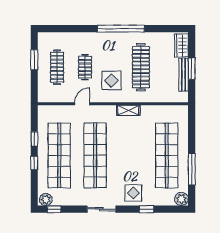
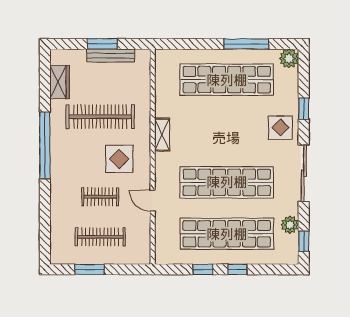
wardrobe: (181, 45) -> (60, 82), moved, turned -90
plant: (46, 200) -> (290, 225), moved
sliding door: (101, 209) -> (304, 173), width x1.37

